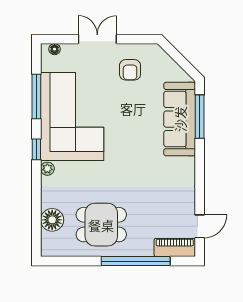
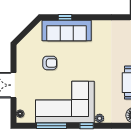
armchair: (130, 70) -> (50, 63), moved
window: (200, 117) -> (65, 17), width x0.46

